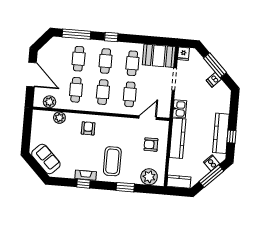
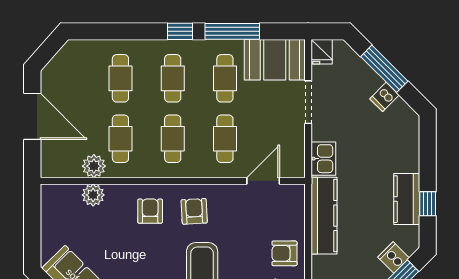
window: (76, 34) -> (232, 31), moved
plant: (50, 102) -> (94, 166), moved
armchair: (111, 130) -> (194, 211), added
kitchen counter: (221, 133) -> (407, 199), width x0.67
armchair: (151, 145) -> (284, 253), moved

